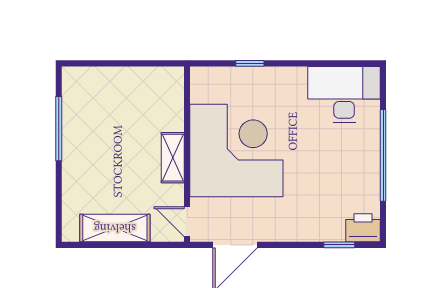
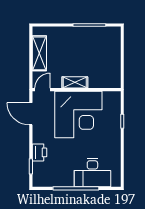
desk: (344, 95) -> (92, 173), moved, turned 90
printer: (363, 228) -> (39, 152), moved

